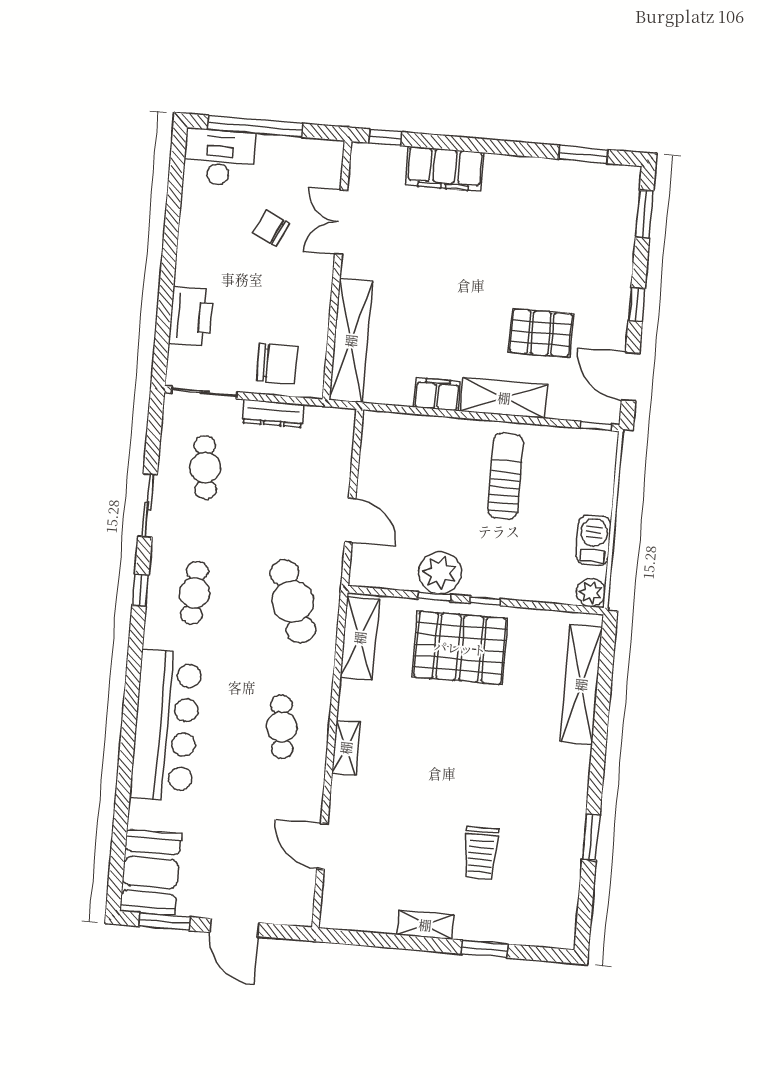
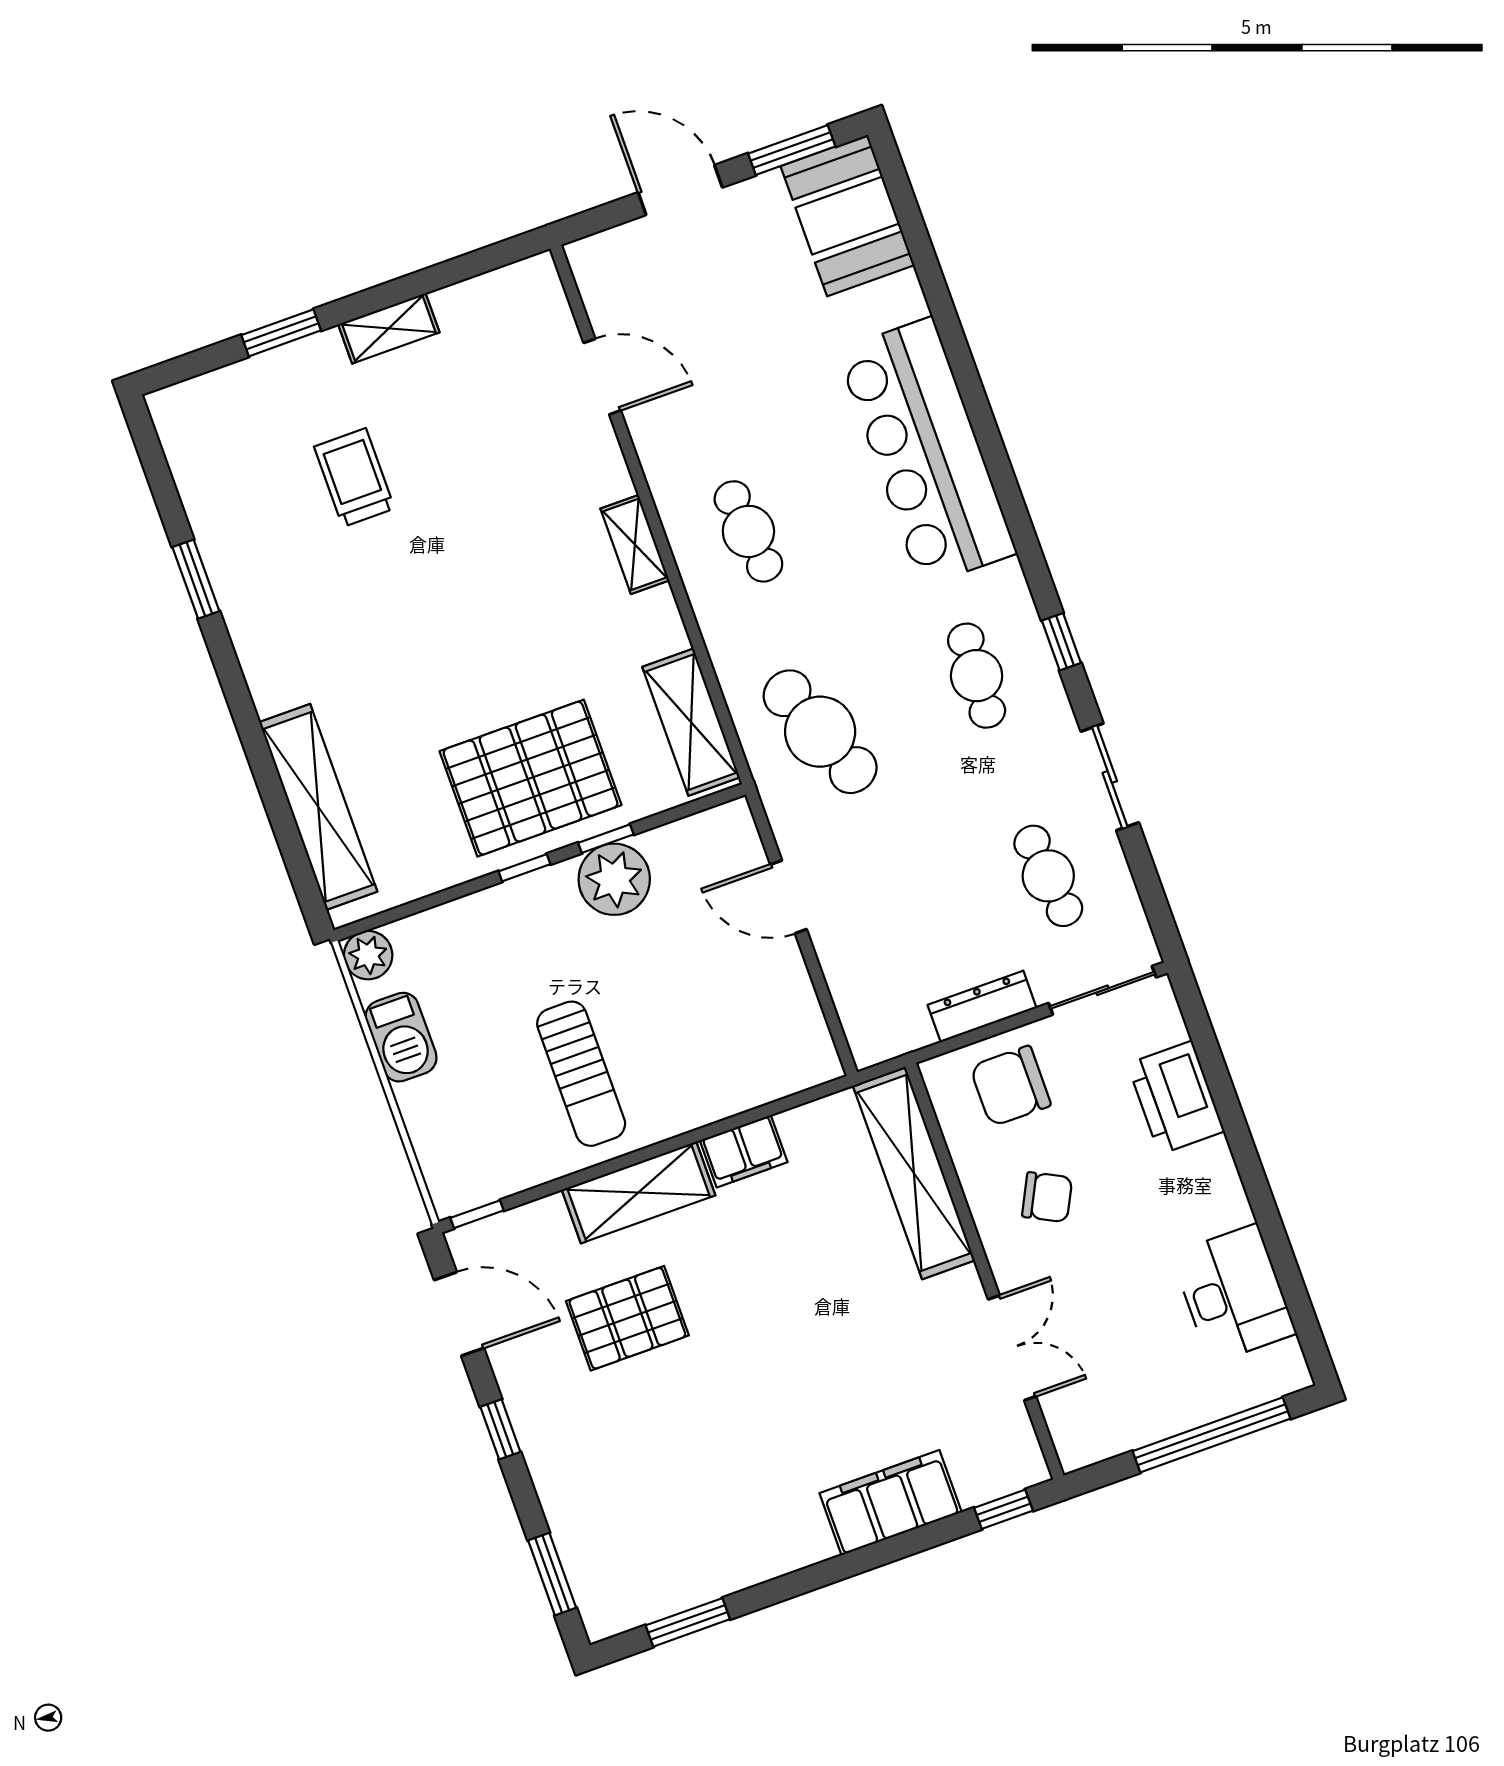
desk: (219, 157) -> (1234, 1294), moved, turned -90
chair: (271, 228) -> (1047, 1197), moved

